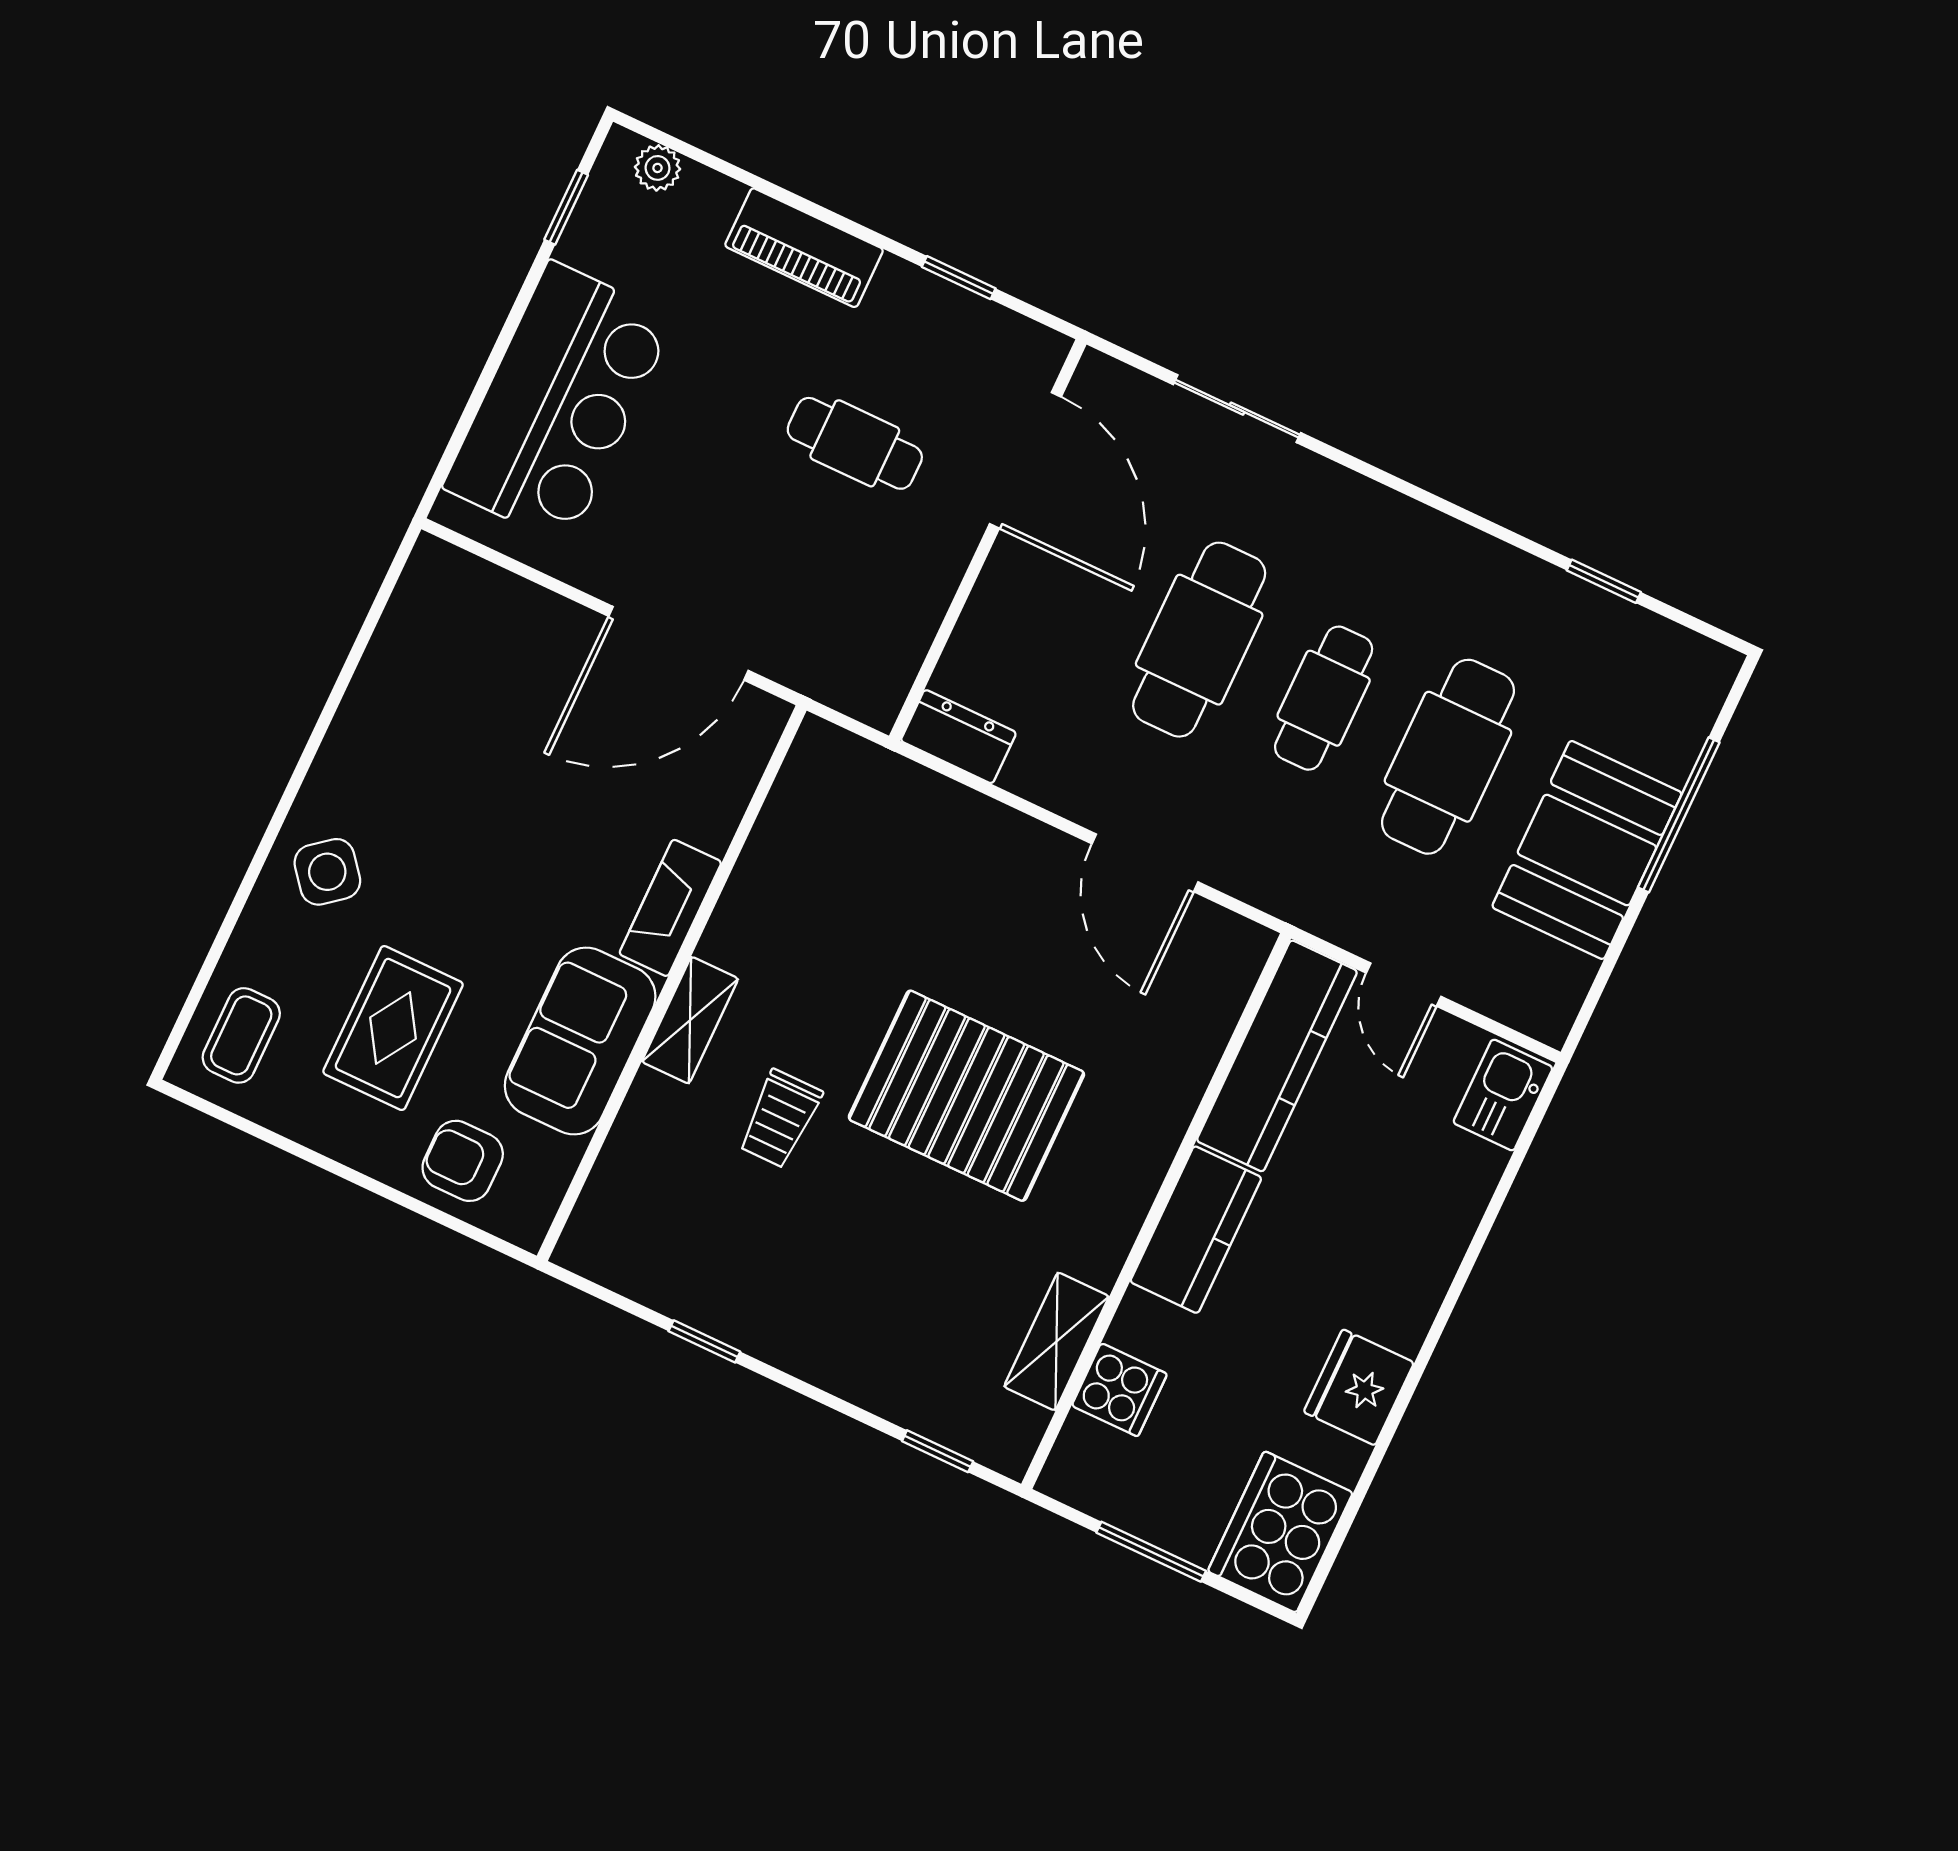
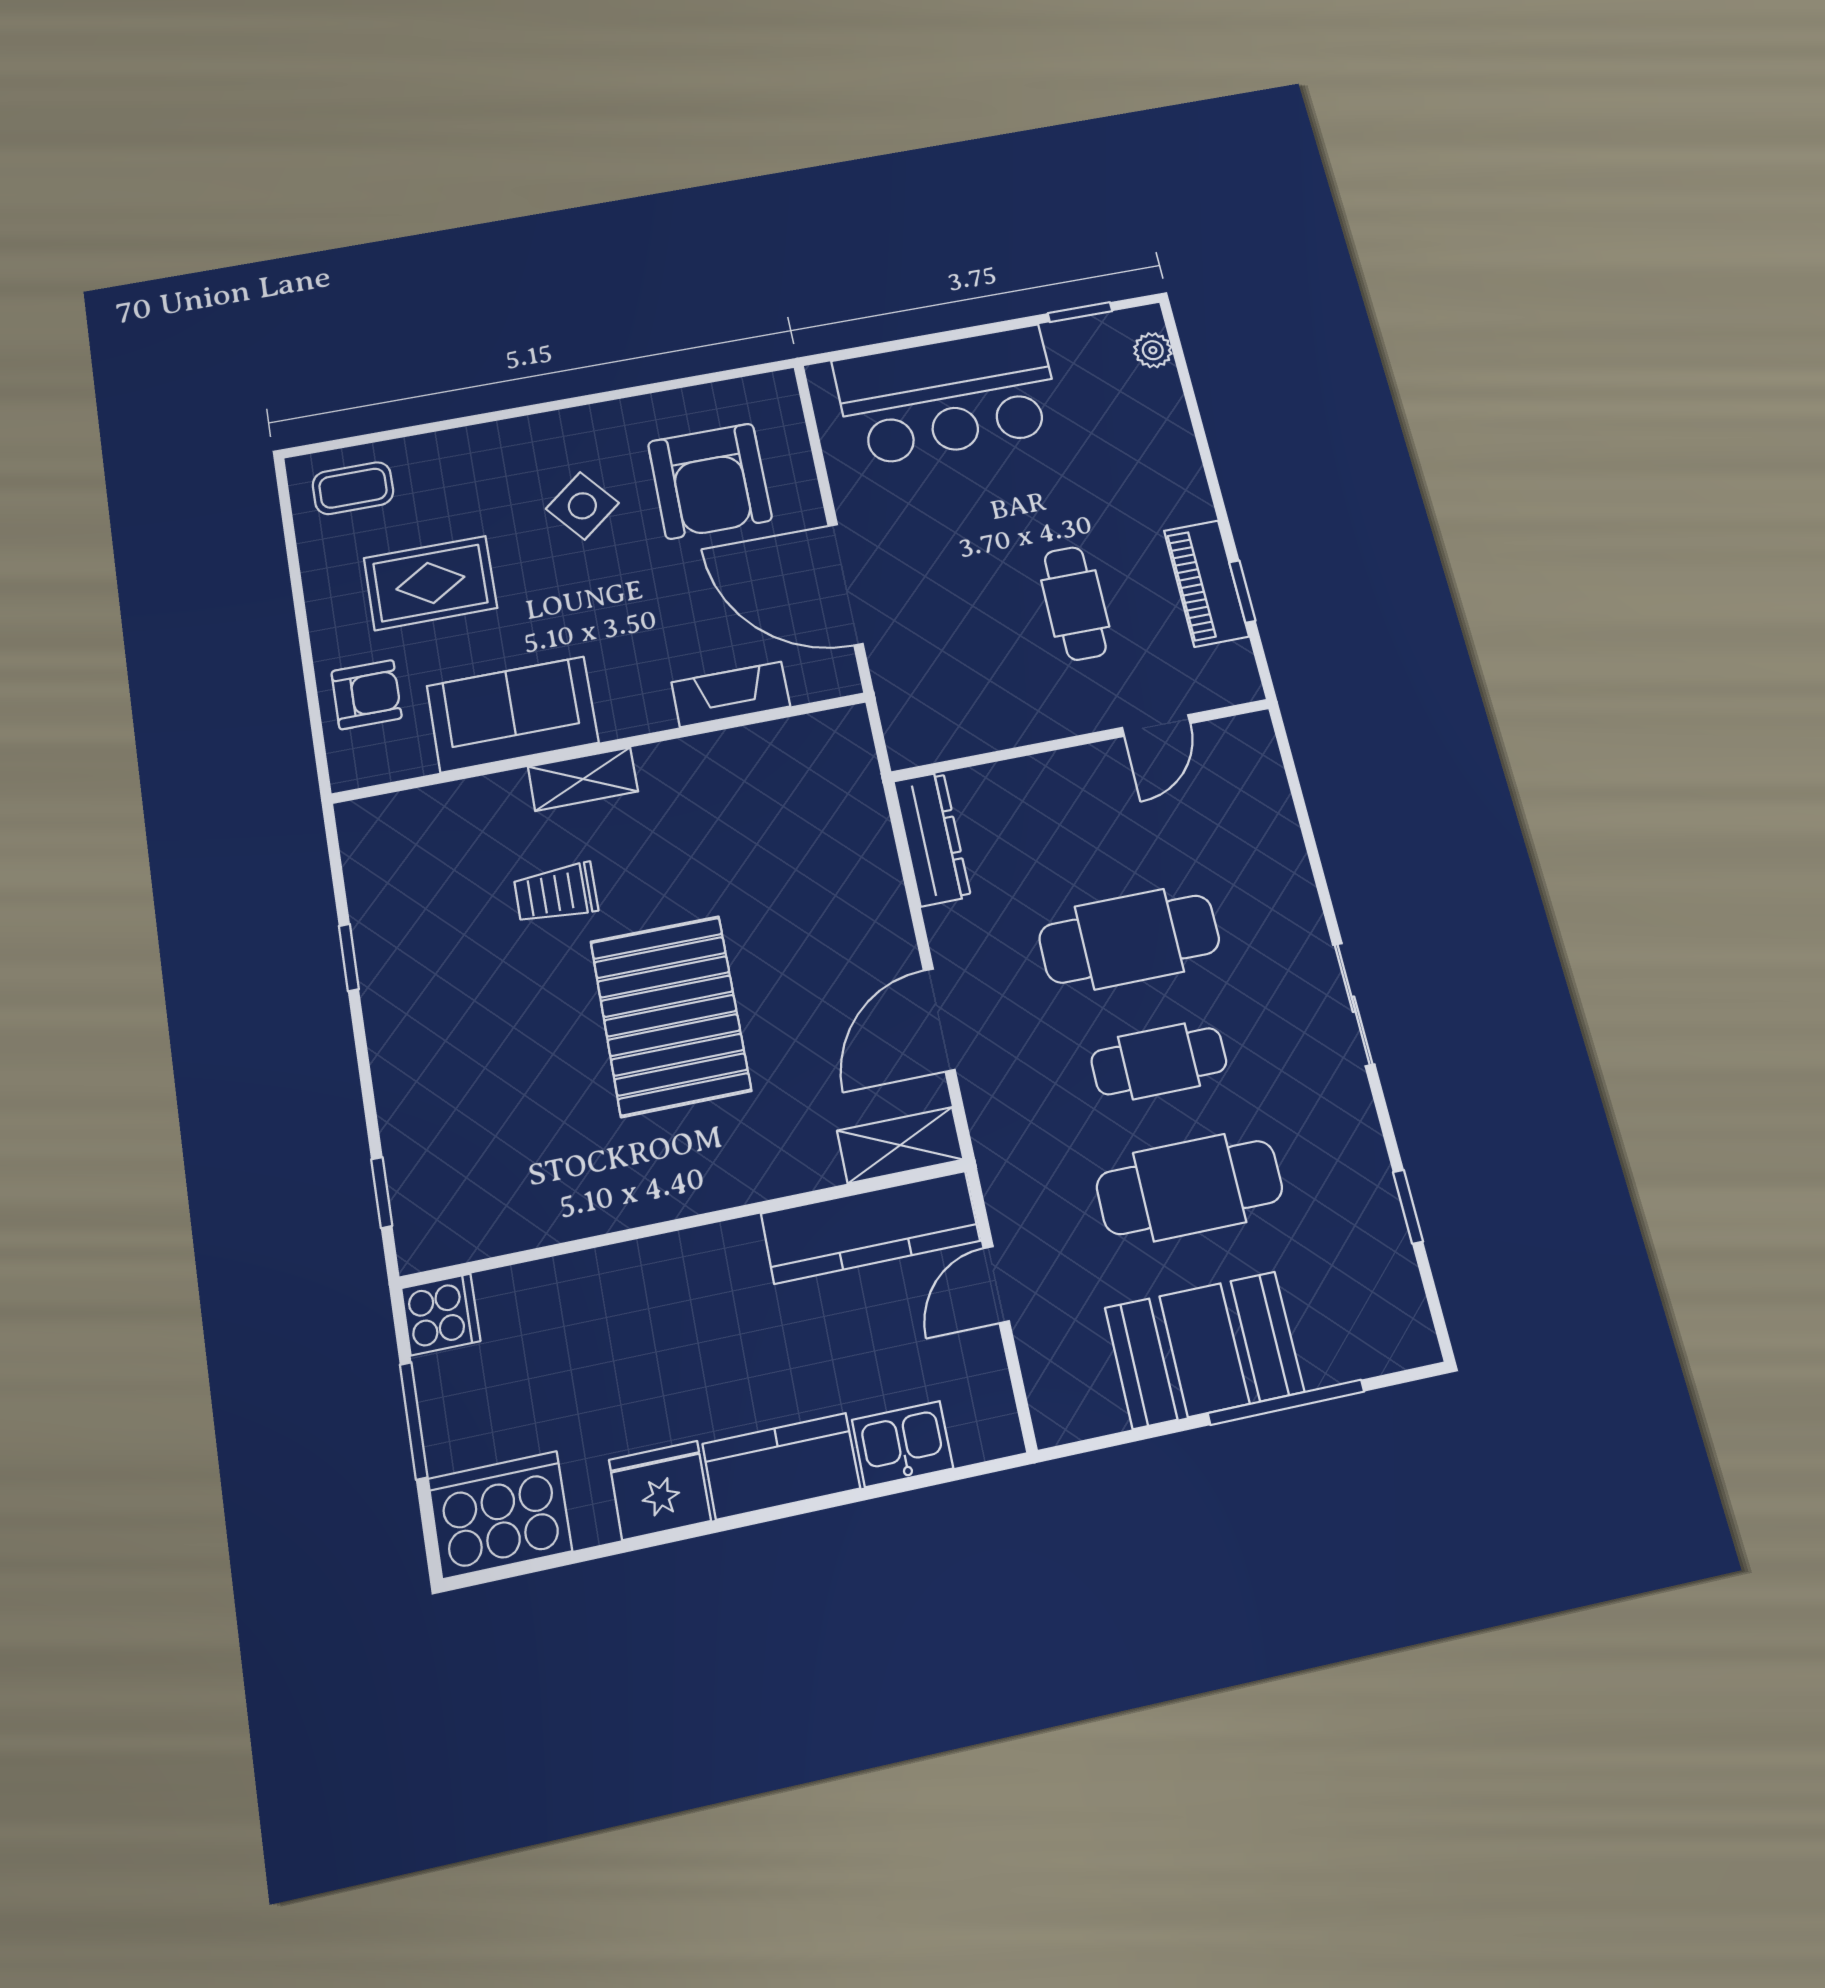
piano: (804, 248) -> (1206, 583), moved
sliding door: (1237, 409) -> (1354, 1004), moved
door: (1025, 460) -> (1156, 725), width x0.53
armchair: (481, 695) -> (710, 481), added
dresser: (958, 737) -> (932, 839), width x1.44
side table: (327, 872) -> (582, 506), moved
fireplace: (670, 908) -> (731, 694), moved
kitchen sink: (1503, 1095) -> (903, 1444), moved
armchair: (463, 1161) -> (367, 695), turned 90
kitchen counter: (1196, 1230) -> (781, 1466), moved, turned 180
shelving: (1056, 1341) -> (900, 1145), moved
cooker: (1119, 1390) -> (441, 1314), moved, turned -90

